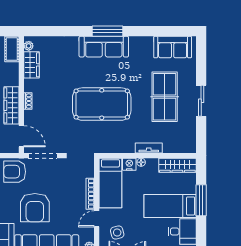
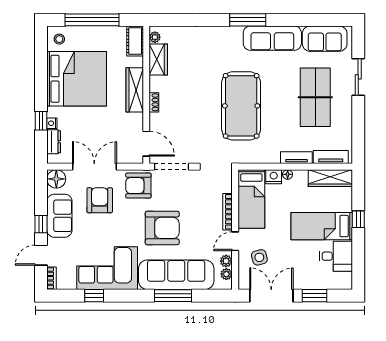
sofa: (104, 47) -> (272, 38), moved
sliding door: (201, 101) -> (358, 77), moved
pool table: (102, 104) -> (241, 106), turned 90
wardrobe: (11, 105) -> (135, 90), moved
tv unit: (178, 147) -> (331, 157), added
window: (201, 200) -> (358, 219), width x0.46
armchair: (35, 208) -> (162, 228), turned -90
plant: (89, 236) -> (226, 261), added

